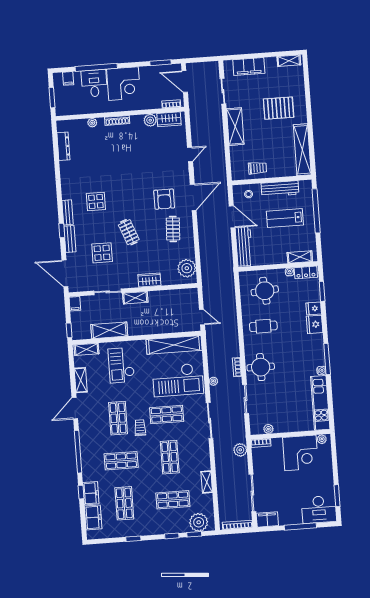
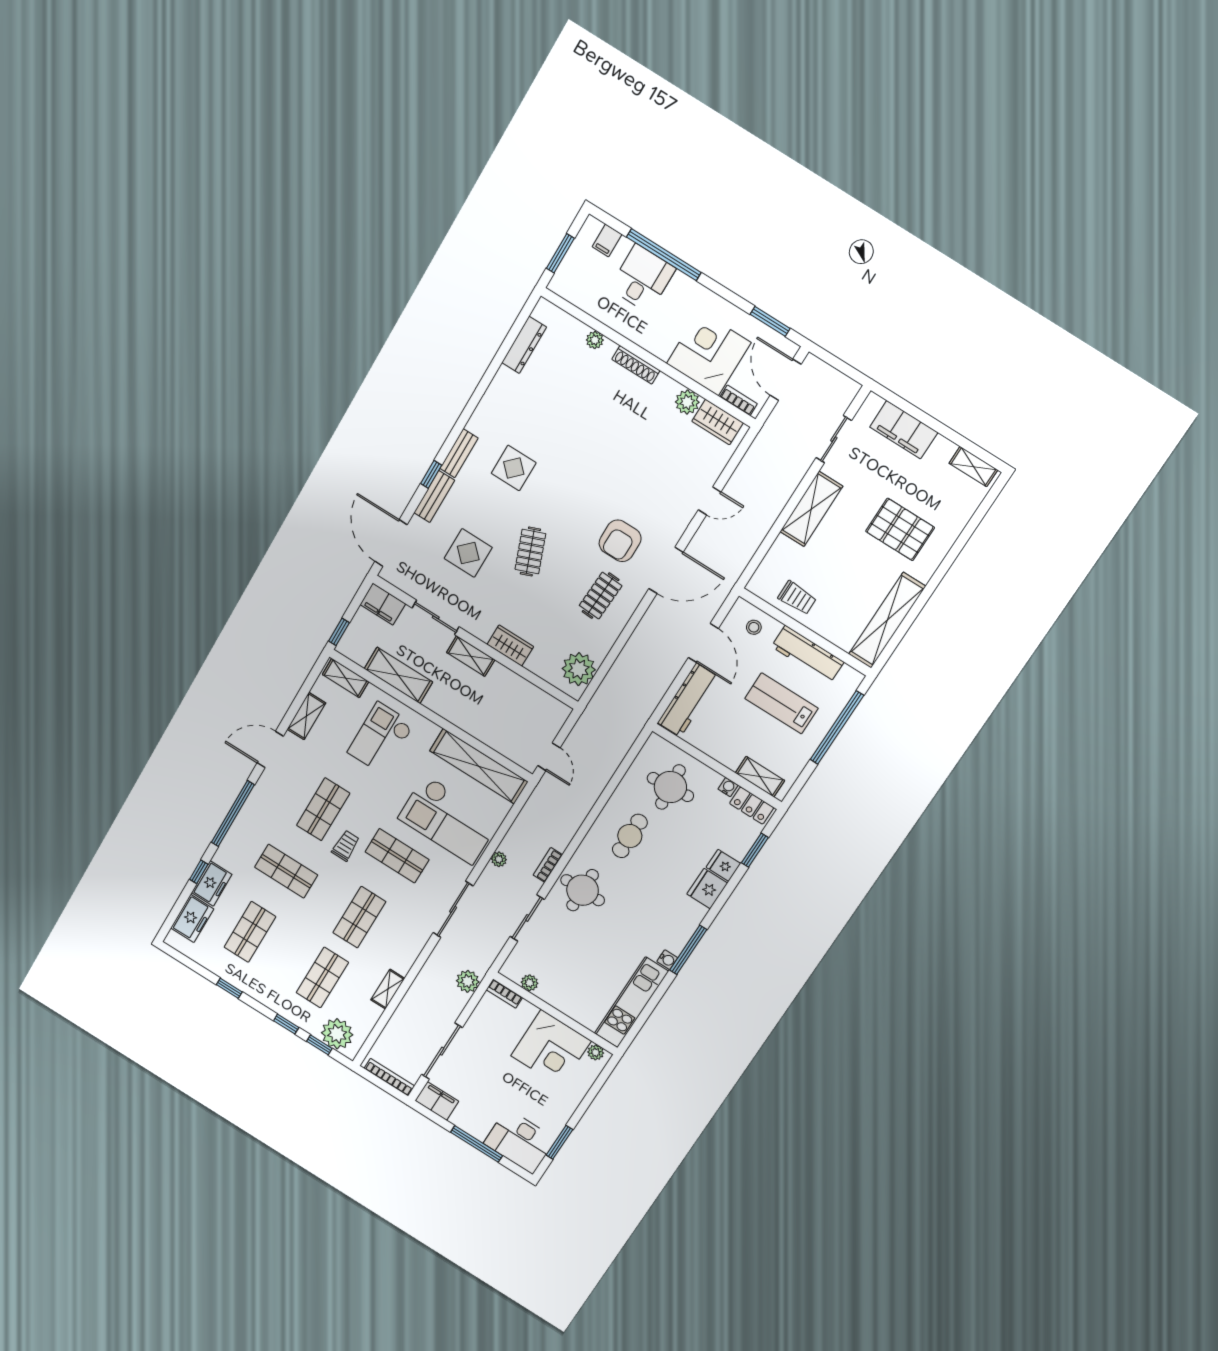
corner desk: (124, 84) -> (709, 353), moved, turned 180
filing cabinet: (75, 304) -> (383, 604), width x2.00
cafe table: (263, 326) -> (630, 836), turned 90
shop shelf: (173, 500) -> (322, 977), turned 90

